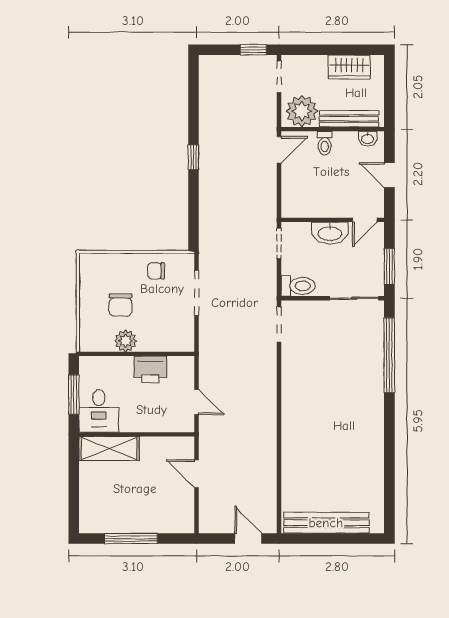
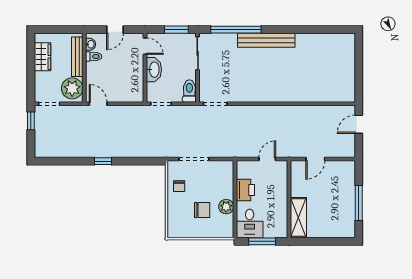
toilet: (325, 143) -> (94, 57), moved
desk: (99, 411) -> (250, 223), moved, turned 90
bench: (326, 523) -> (266, 40), moved, turned 90

